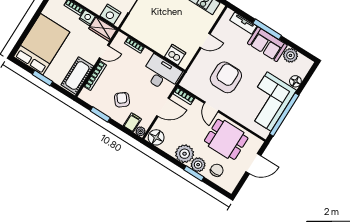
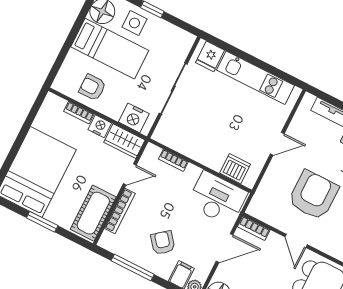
window: (100, 114) -> (133, 267), width x1.44

